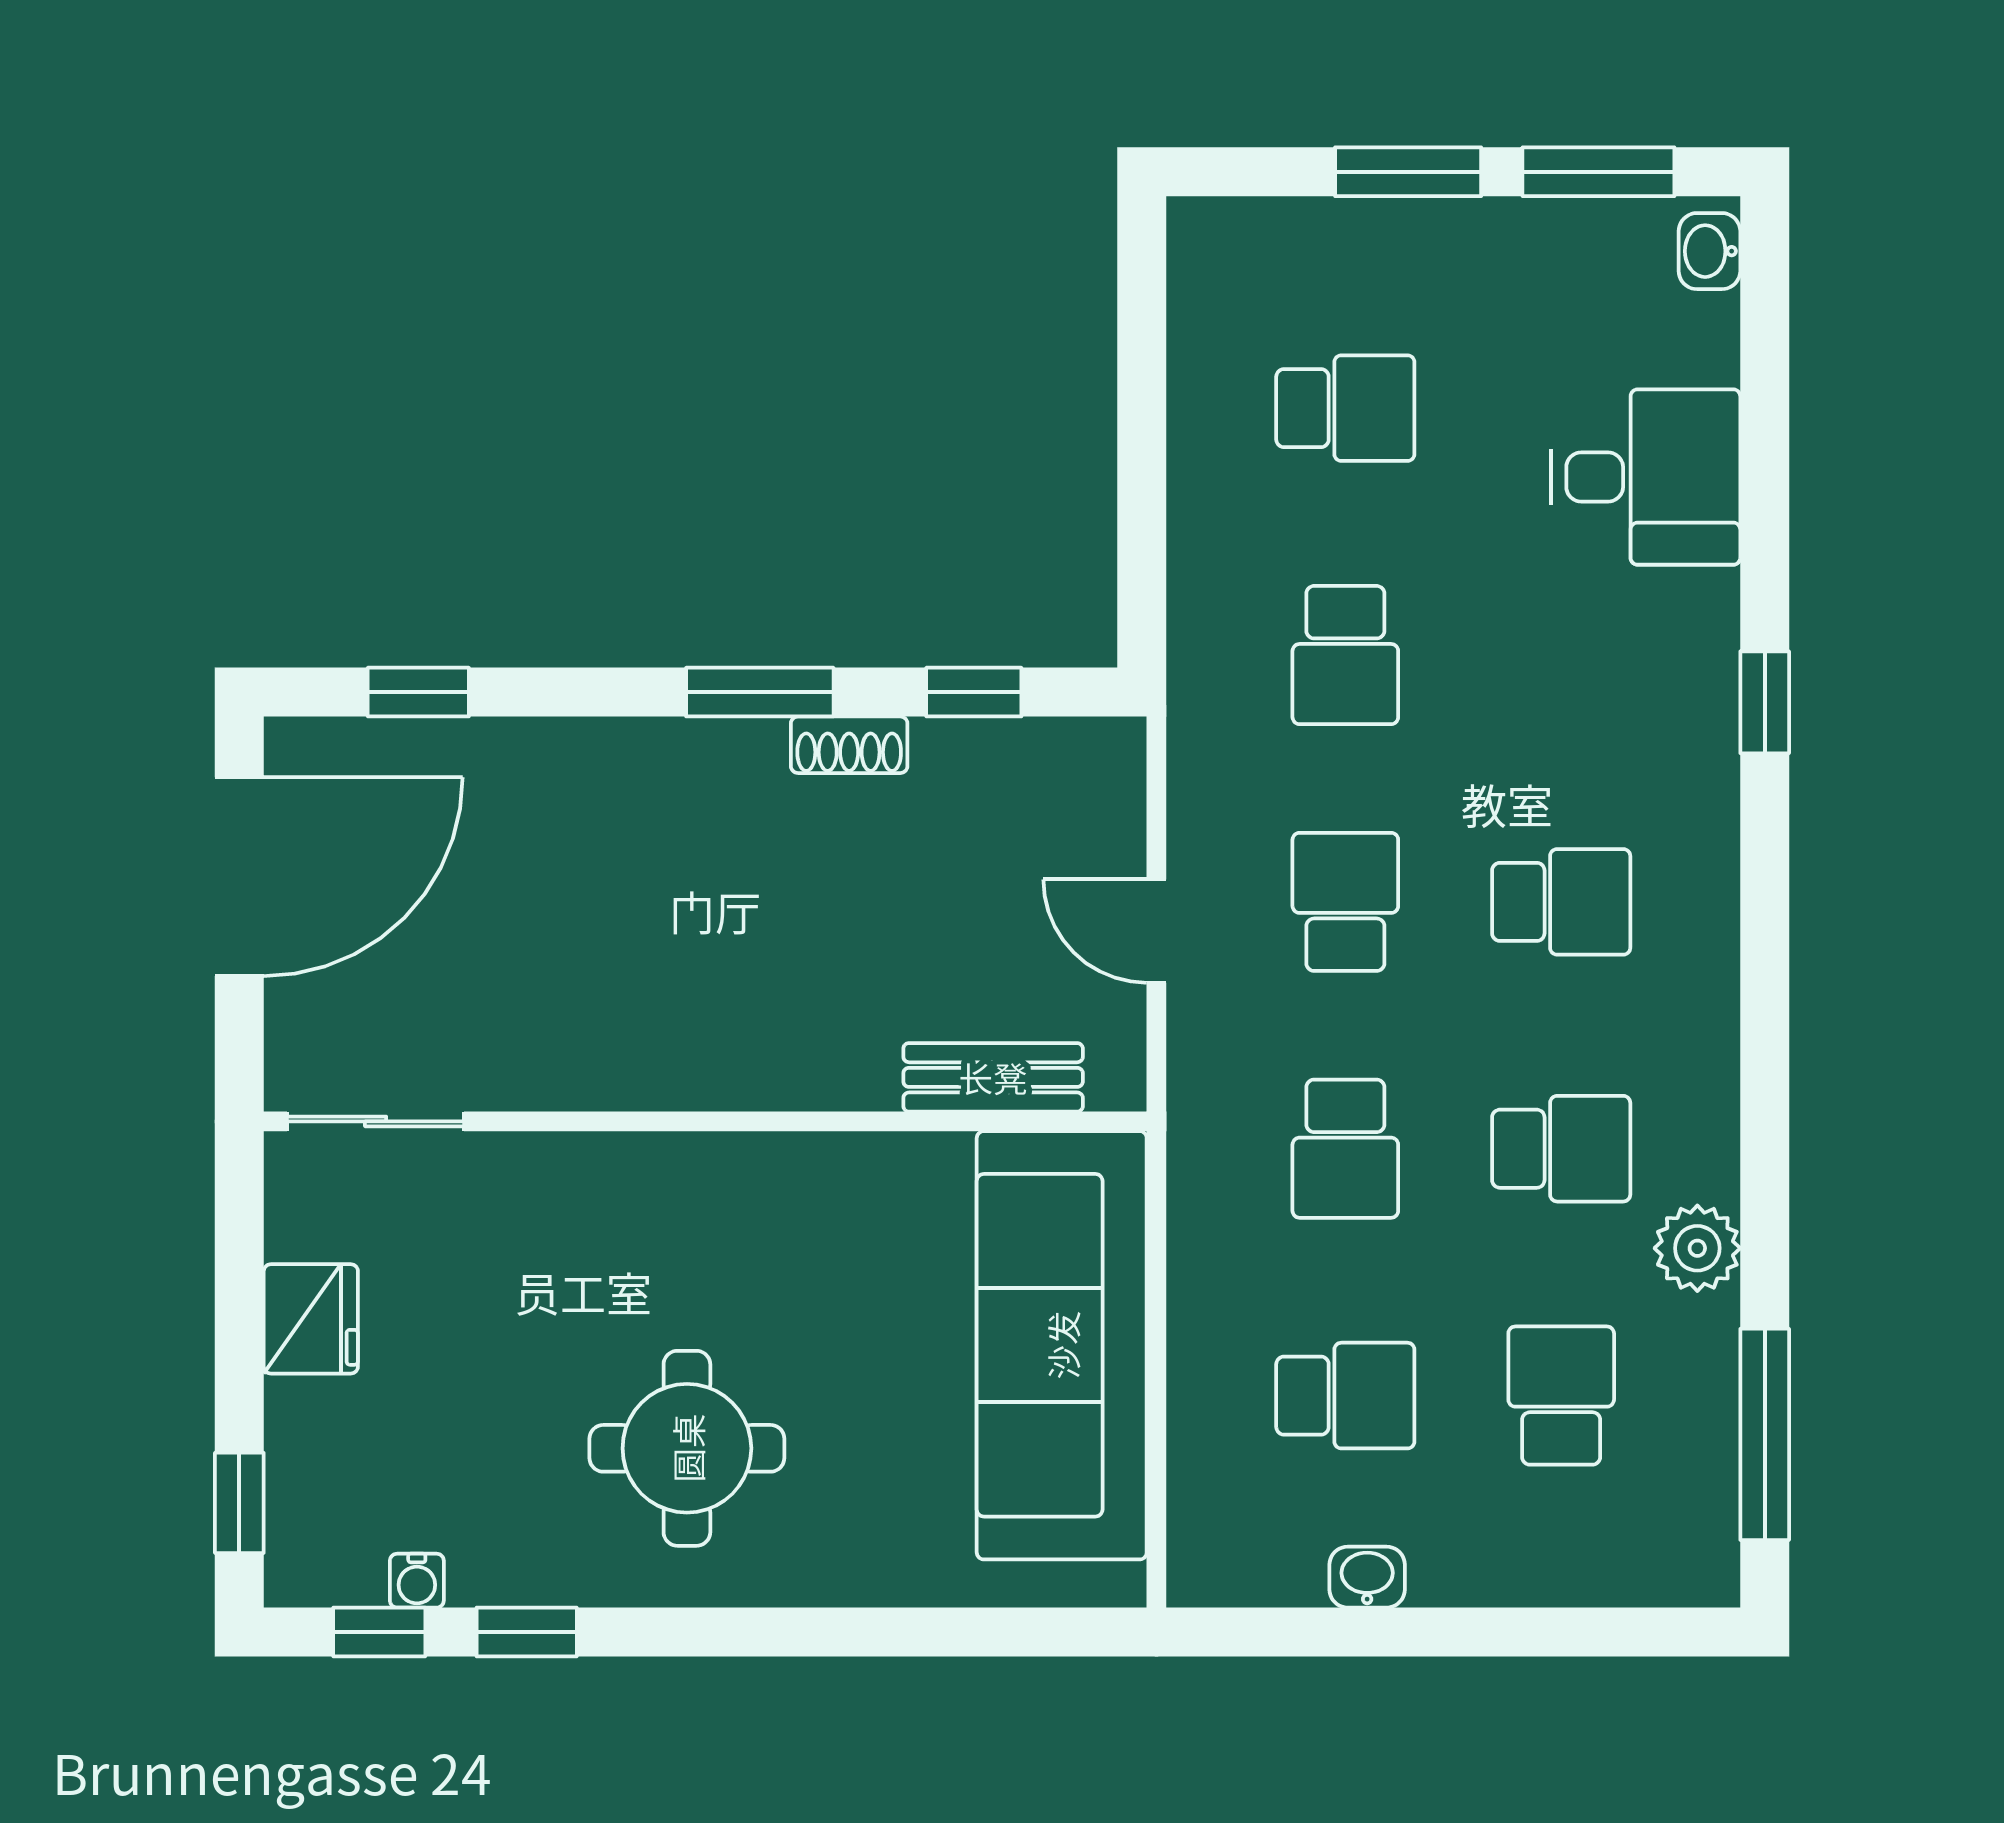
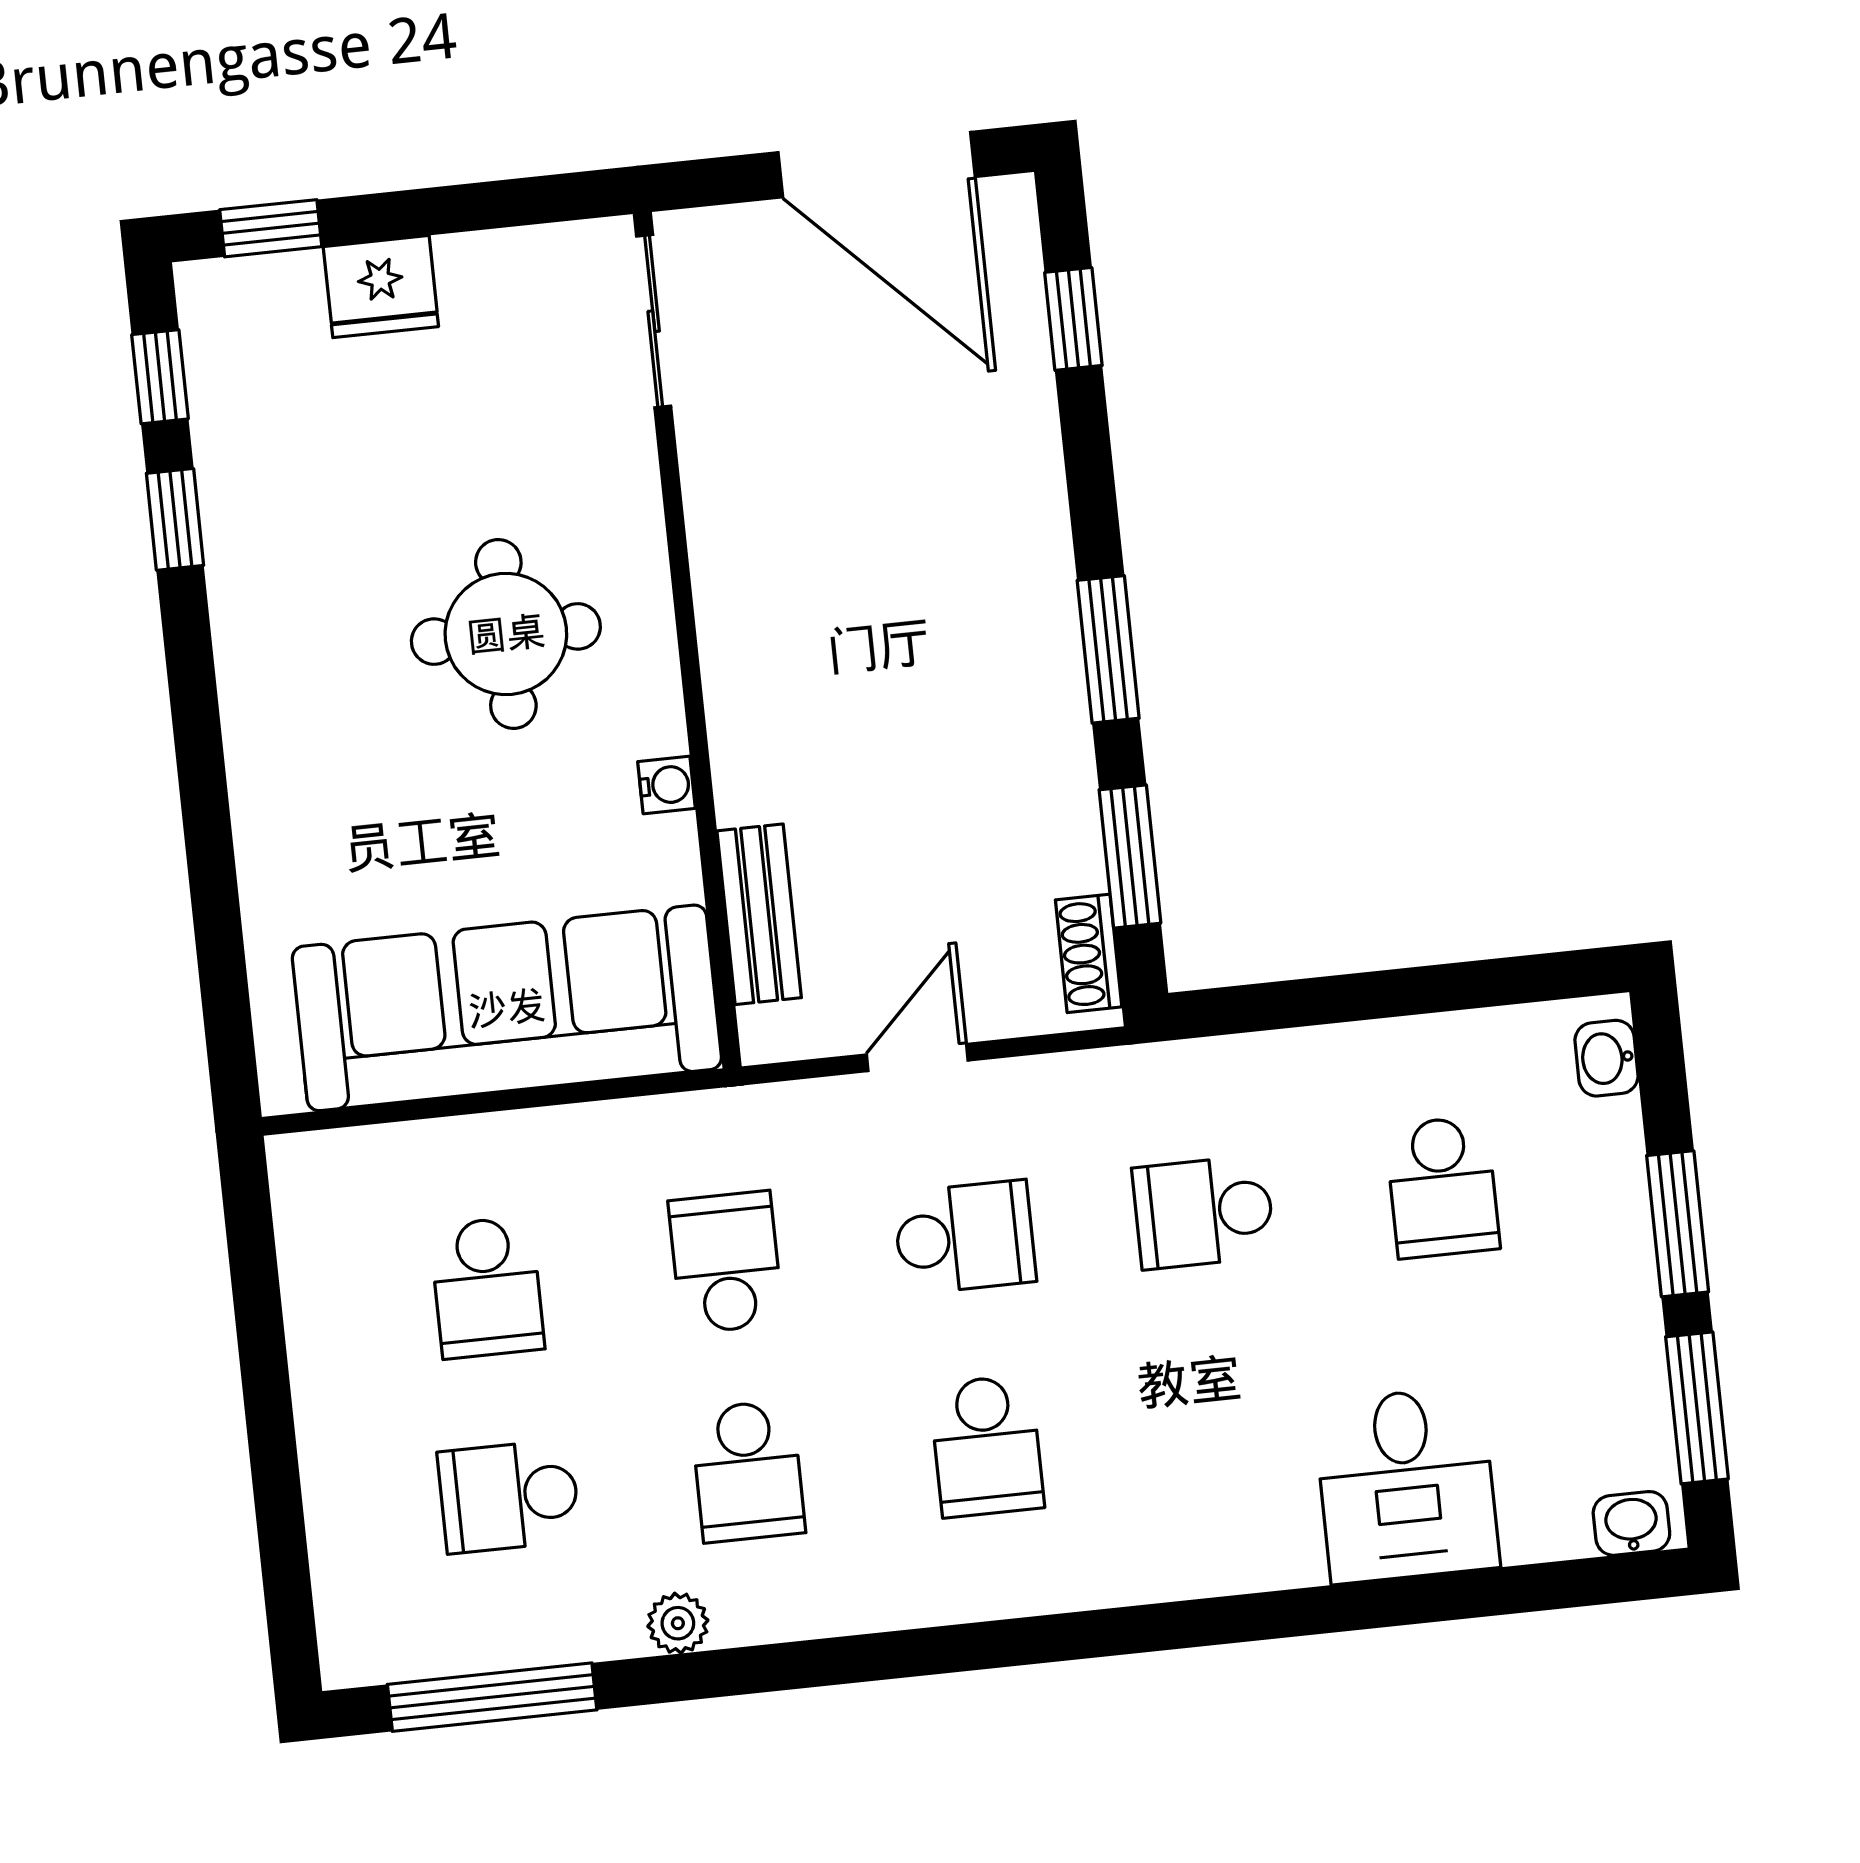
window: (974, 692) -> (1130, 856), width x1.50
window: (1765, 702) -> (1200, 1623), removed
shoe rack: (849, 745) -> (1089, 953), moved
school desk: (1345, 1149) -> (726, 1262), turned 90
plant: (1697, 1248) -> (678, 1623), width x0.73, depth x0.73
fridge: (311, 1319) -> (381, 287), moved
school desk: (1561, 1396) -> (509, 1496), turned 180
round table: (687, 1448) -> (506, 634), moved
washbasin: (1367, 1577) -> (1606, 1058), moved, turned 180
water cooler: (417, 1581) -> (667, 785), moved, turned 180

